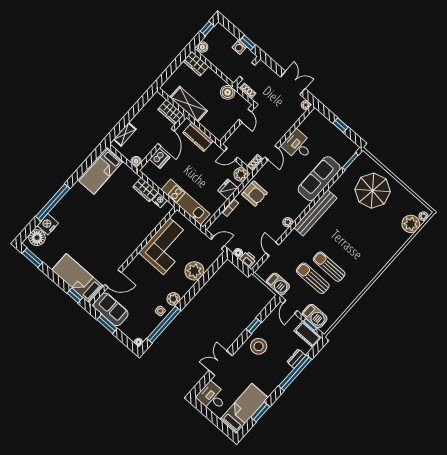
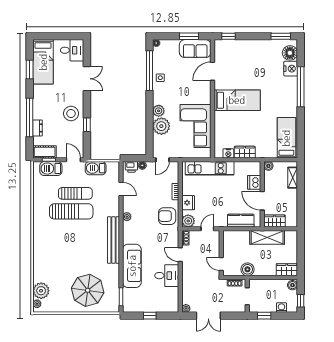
washing machine: (239, 47) -> (281, 308), moved
sun lounger: (329, 267) -> (71, 211), width x1.36, depth x1.34
bed: (78, 278) -> (237, 100), moved
plant: (173, 299) -> (159, 111), moved

